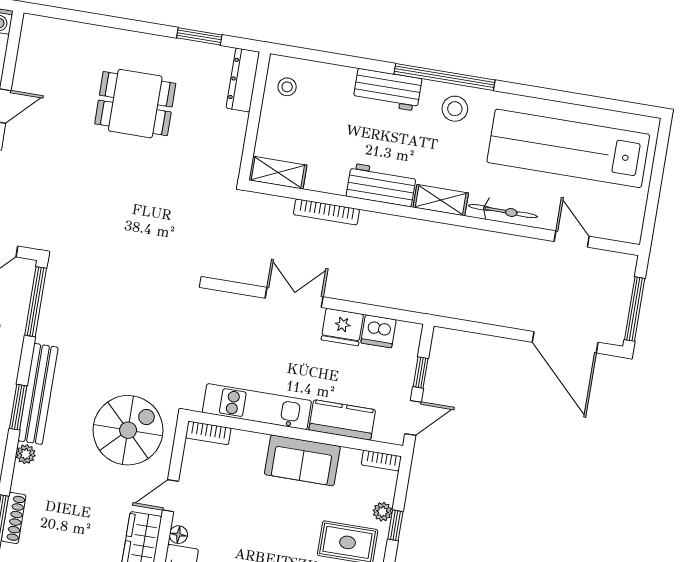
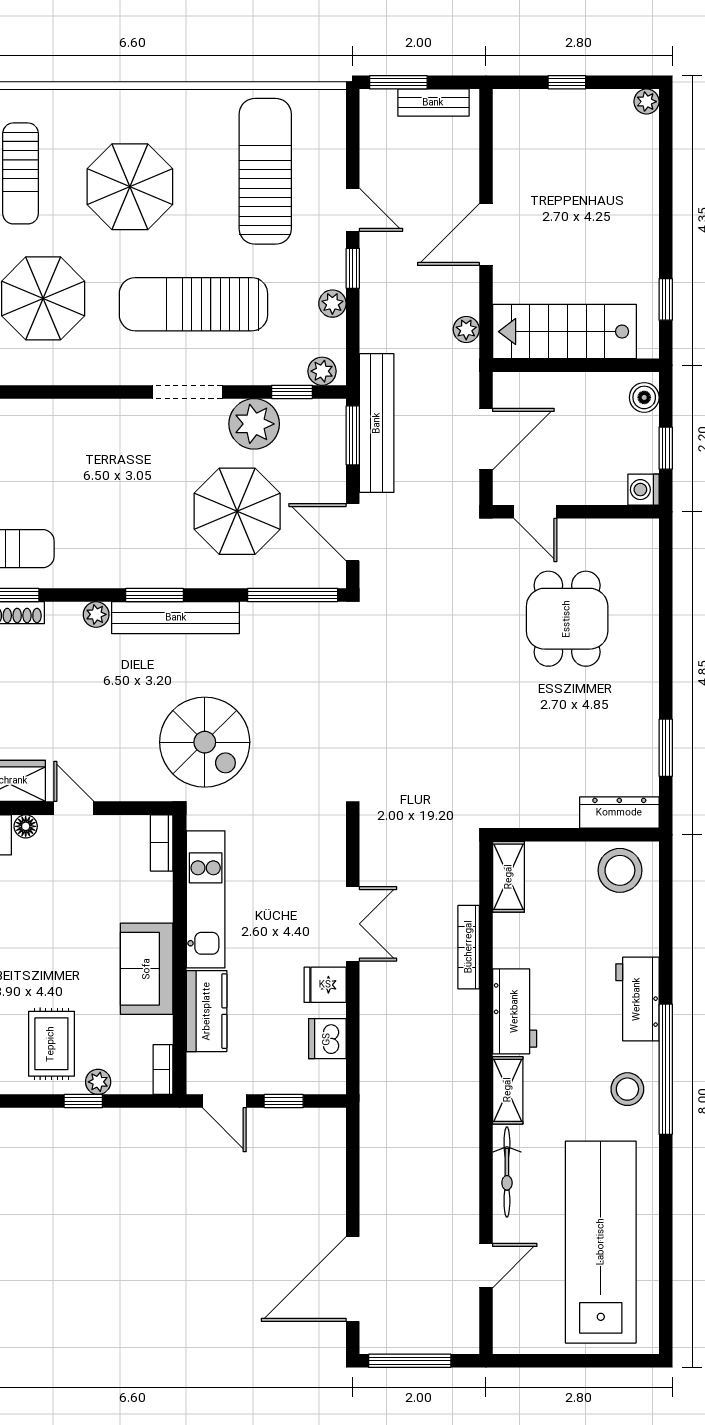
stool: (287, 87) -> (620, 870), width x1.89, depth x1.89
dining table: (135, 104) -> (567, 619), moved
fridge: (342, 327) -> (325, 985), width x0.72
spiral stairs: (128, 430) -> (205, 742), moved

